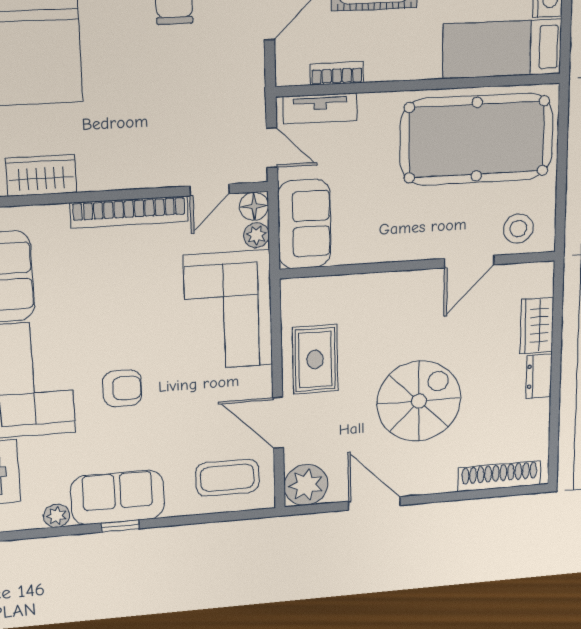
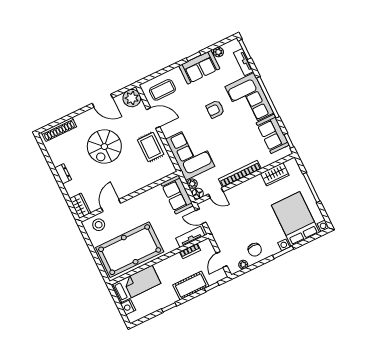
door: (209, 190) -> (216, 193), swing flipped
wardrobe: (537, 325) -> (80, 206), moved

